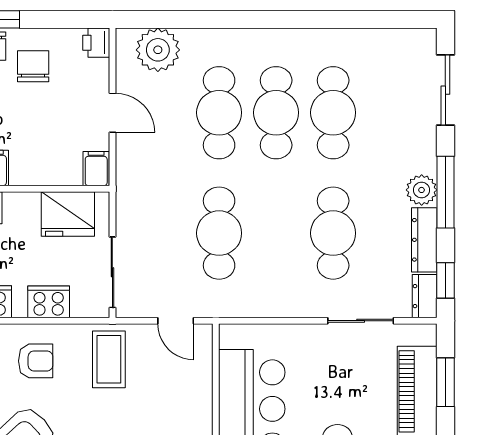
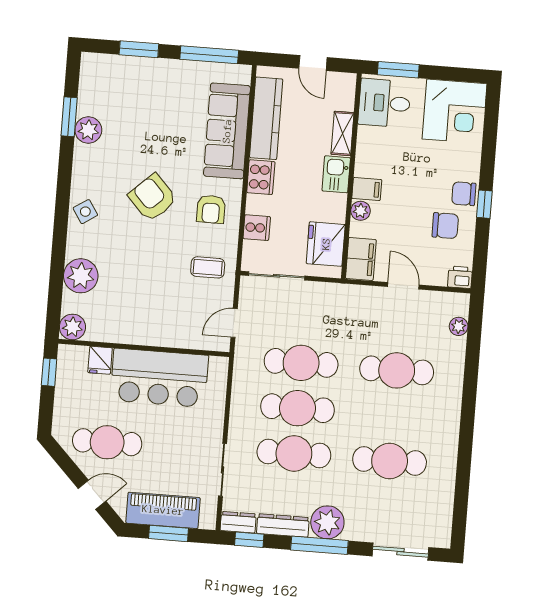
plant: (158, 50) -> (459, 326), width x0.53, depth x0.53
door: (112, 113) -> (403, 286), swing flipped
cafe table: (276, 113) -> (297, 408), moved
filing cabinet: (96, 169) -> (361, 259), width x2.00
plant: (23, 174) -> (361, 211), added
plant: (422, 190) -> (327, 522), width x1.36, depth x1.36
cooker: (49, 302) -> (257, 228), width x0.73
coffee table: (109, 359) -> (208, 267), width x0.73, depth x0.77

